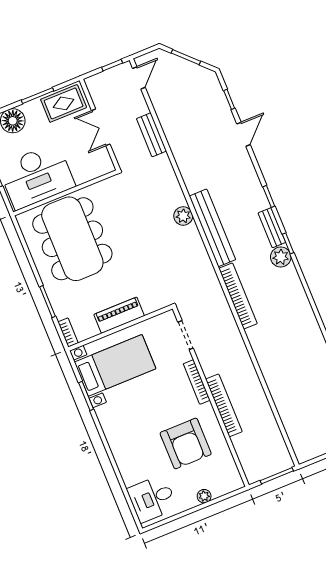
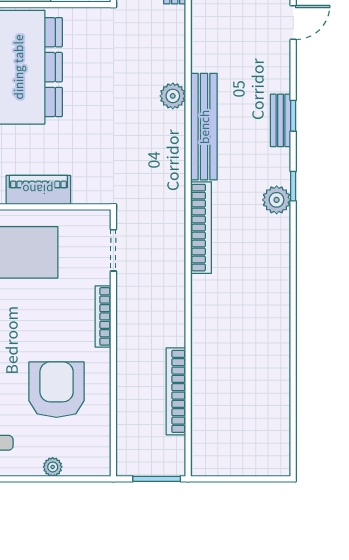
bench: (272, 228) -> (281, 120), moved
bookcase: (224, 405) -> (176, 391), moved, turned 180
armchair: (186, 443) -> (57, 390), turned 180

